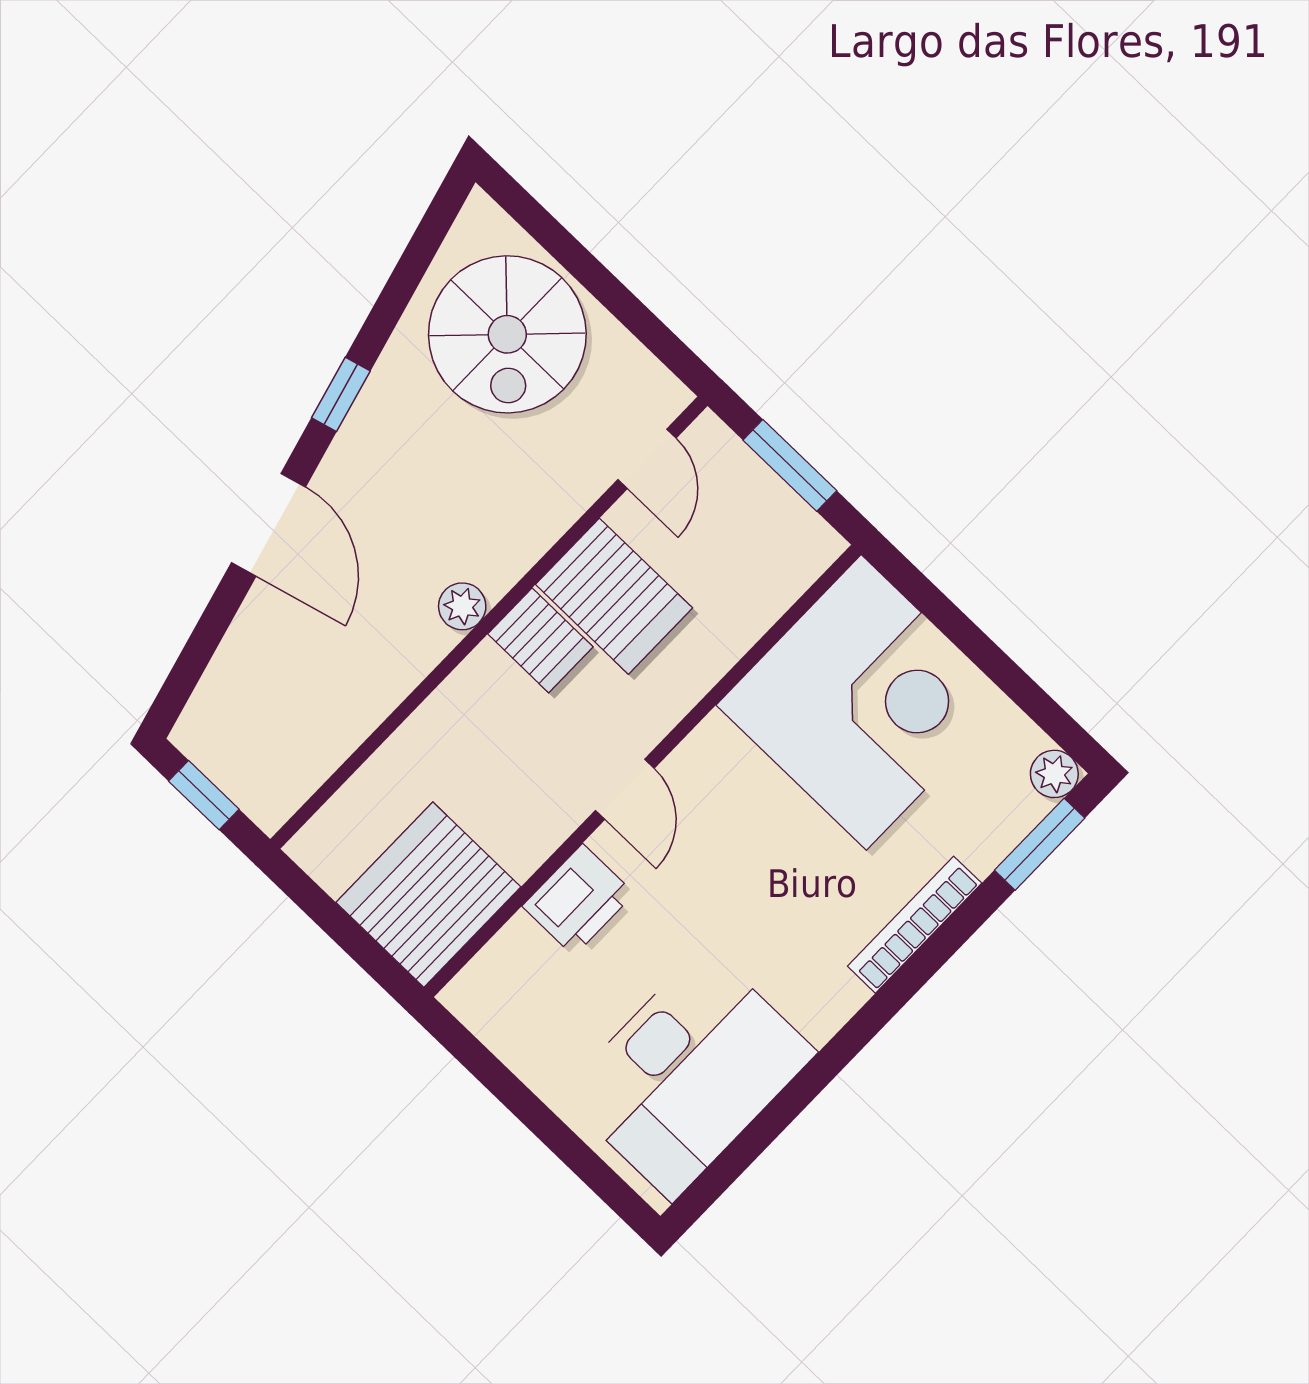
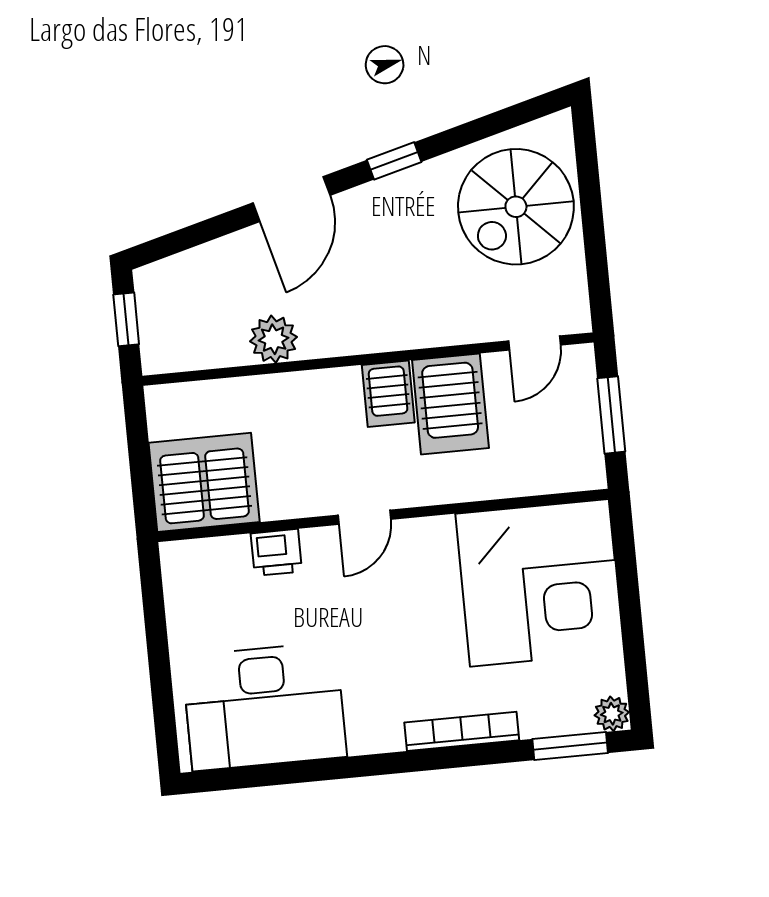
plant: (462, 606) -> (274, 339), moved, width x1.38, depth x1.38
printer: (578, 900) -> (276, 552), width x0.73, depth x0.81

